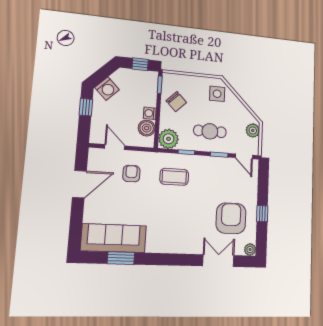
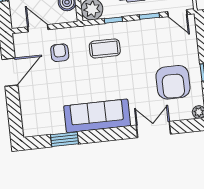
armchair: (231, 218) -> (173, 82), turned 180
sofa: (114, 238) -> (97, 116), moved
double door: (218, 261) -> (154, 130), moved

